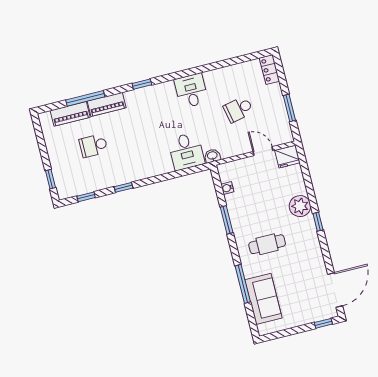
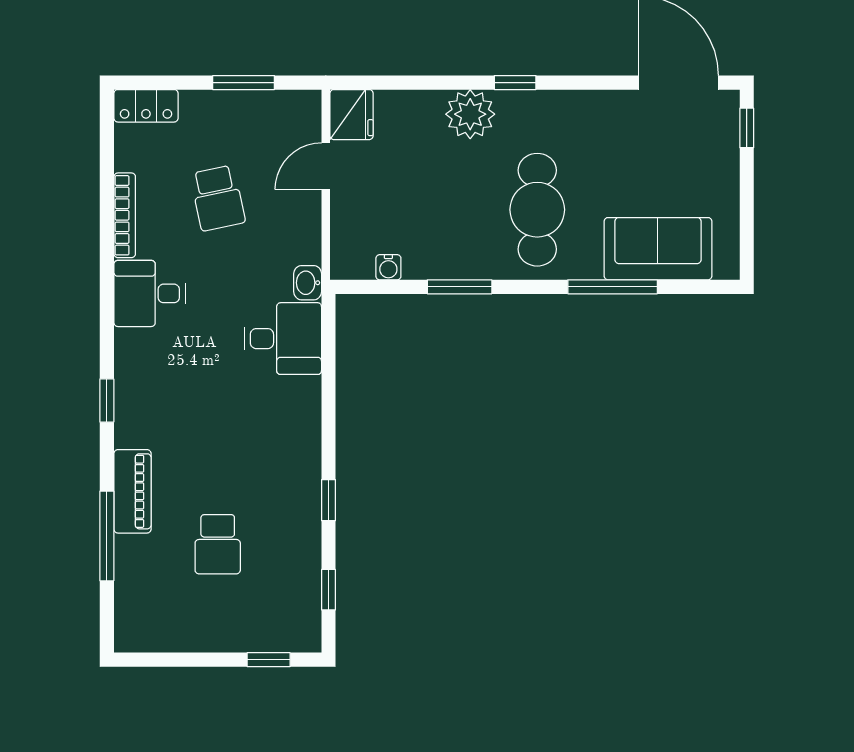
bookcase: (221, 72) -> (125, 215), added
piano: (70, 114) -> (133, 579), removed
cafe table: (267, 244) -> (537, 210), width x1.37, depth x1.35

